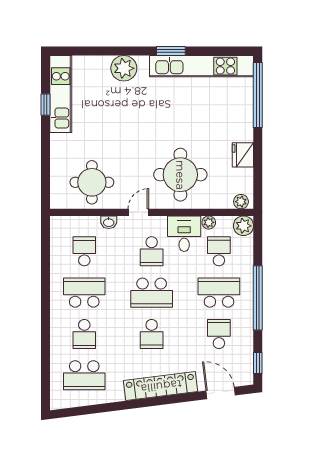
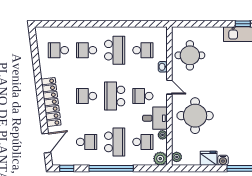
water cooler: (246, 134) -> (223, 160), added
school desk: (84, 375) -> (58, 50), width x0.54

